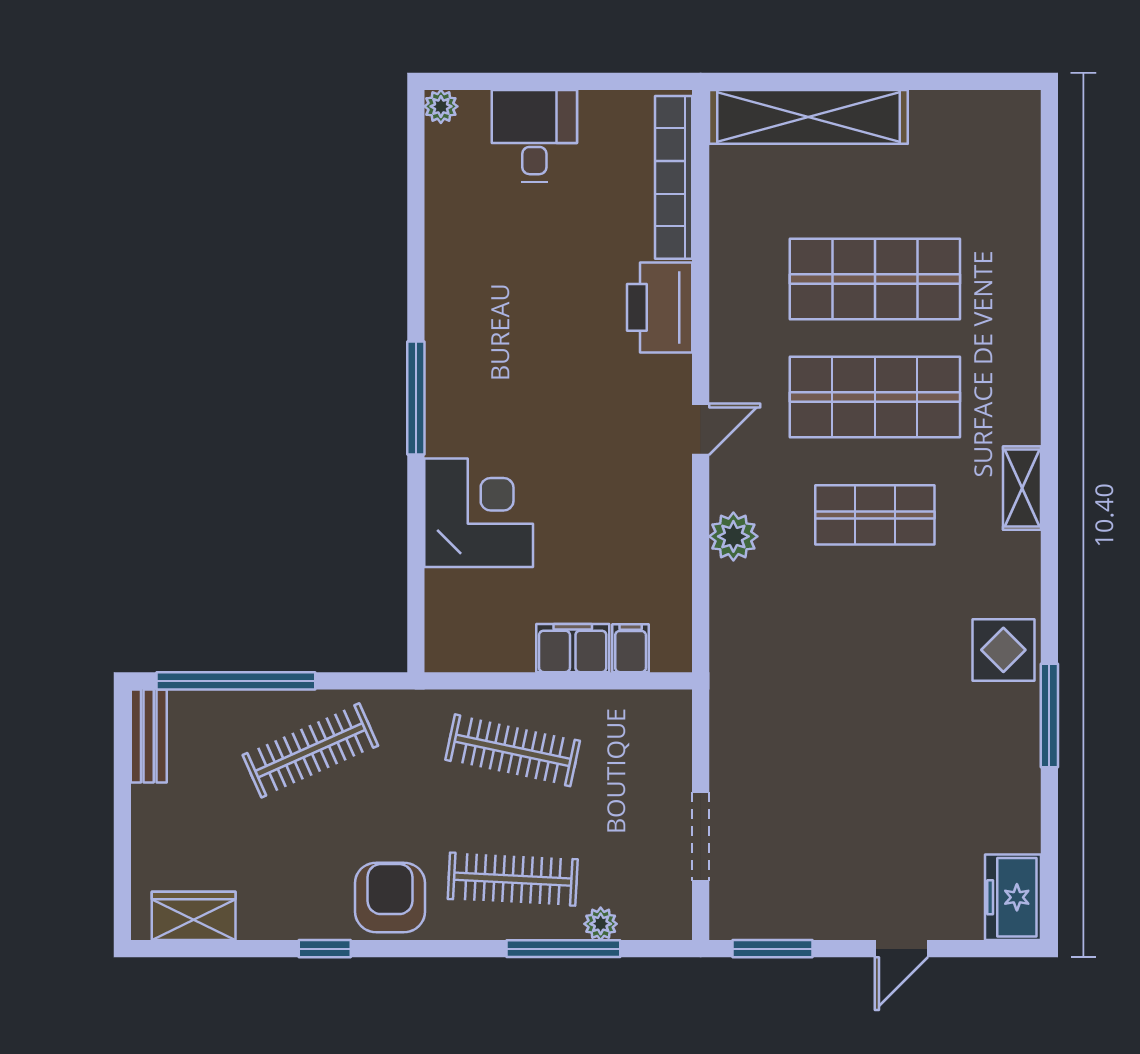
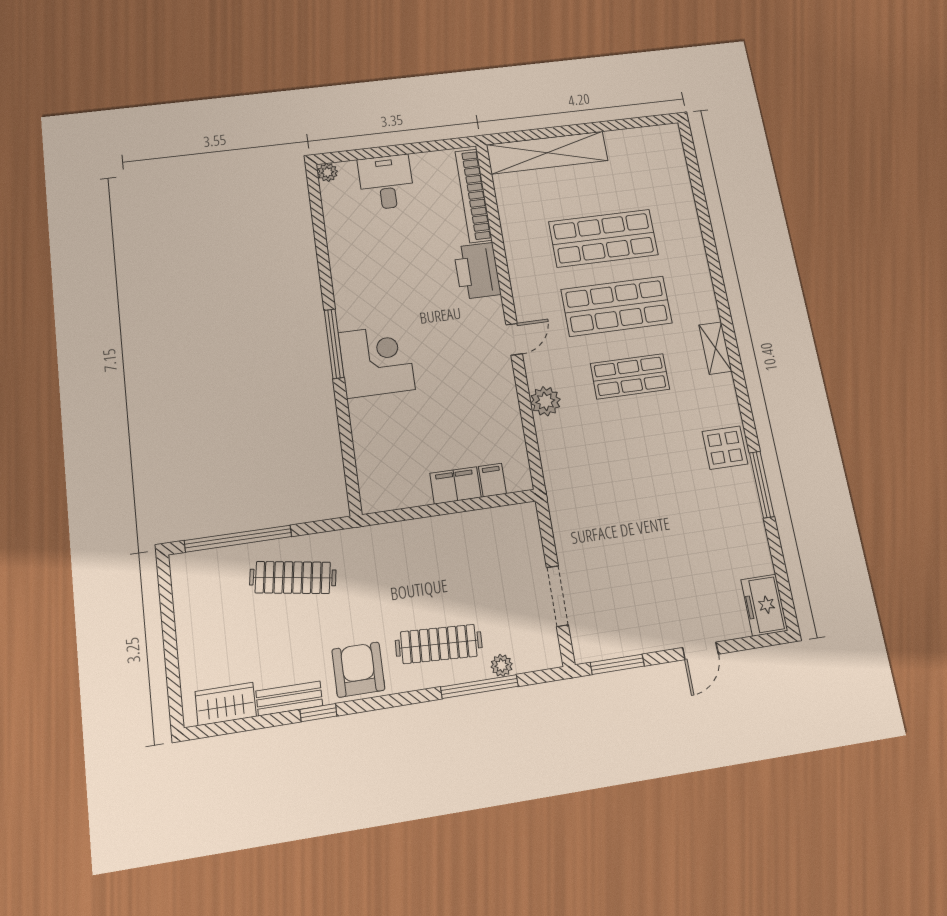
corner desk: (479, 513) -> (377, 361), moved
bench: (149, 736) -> (289, 698), moved, turned 90
clothes rail: (310, 750) -> (293, 578), turned 33
clothes rail: (513, 750) -> (426, 557), removed

